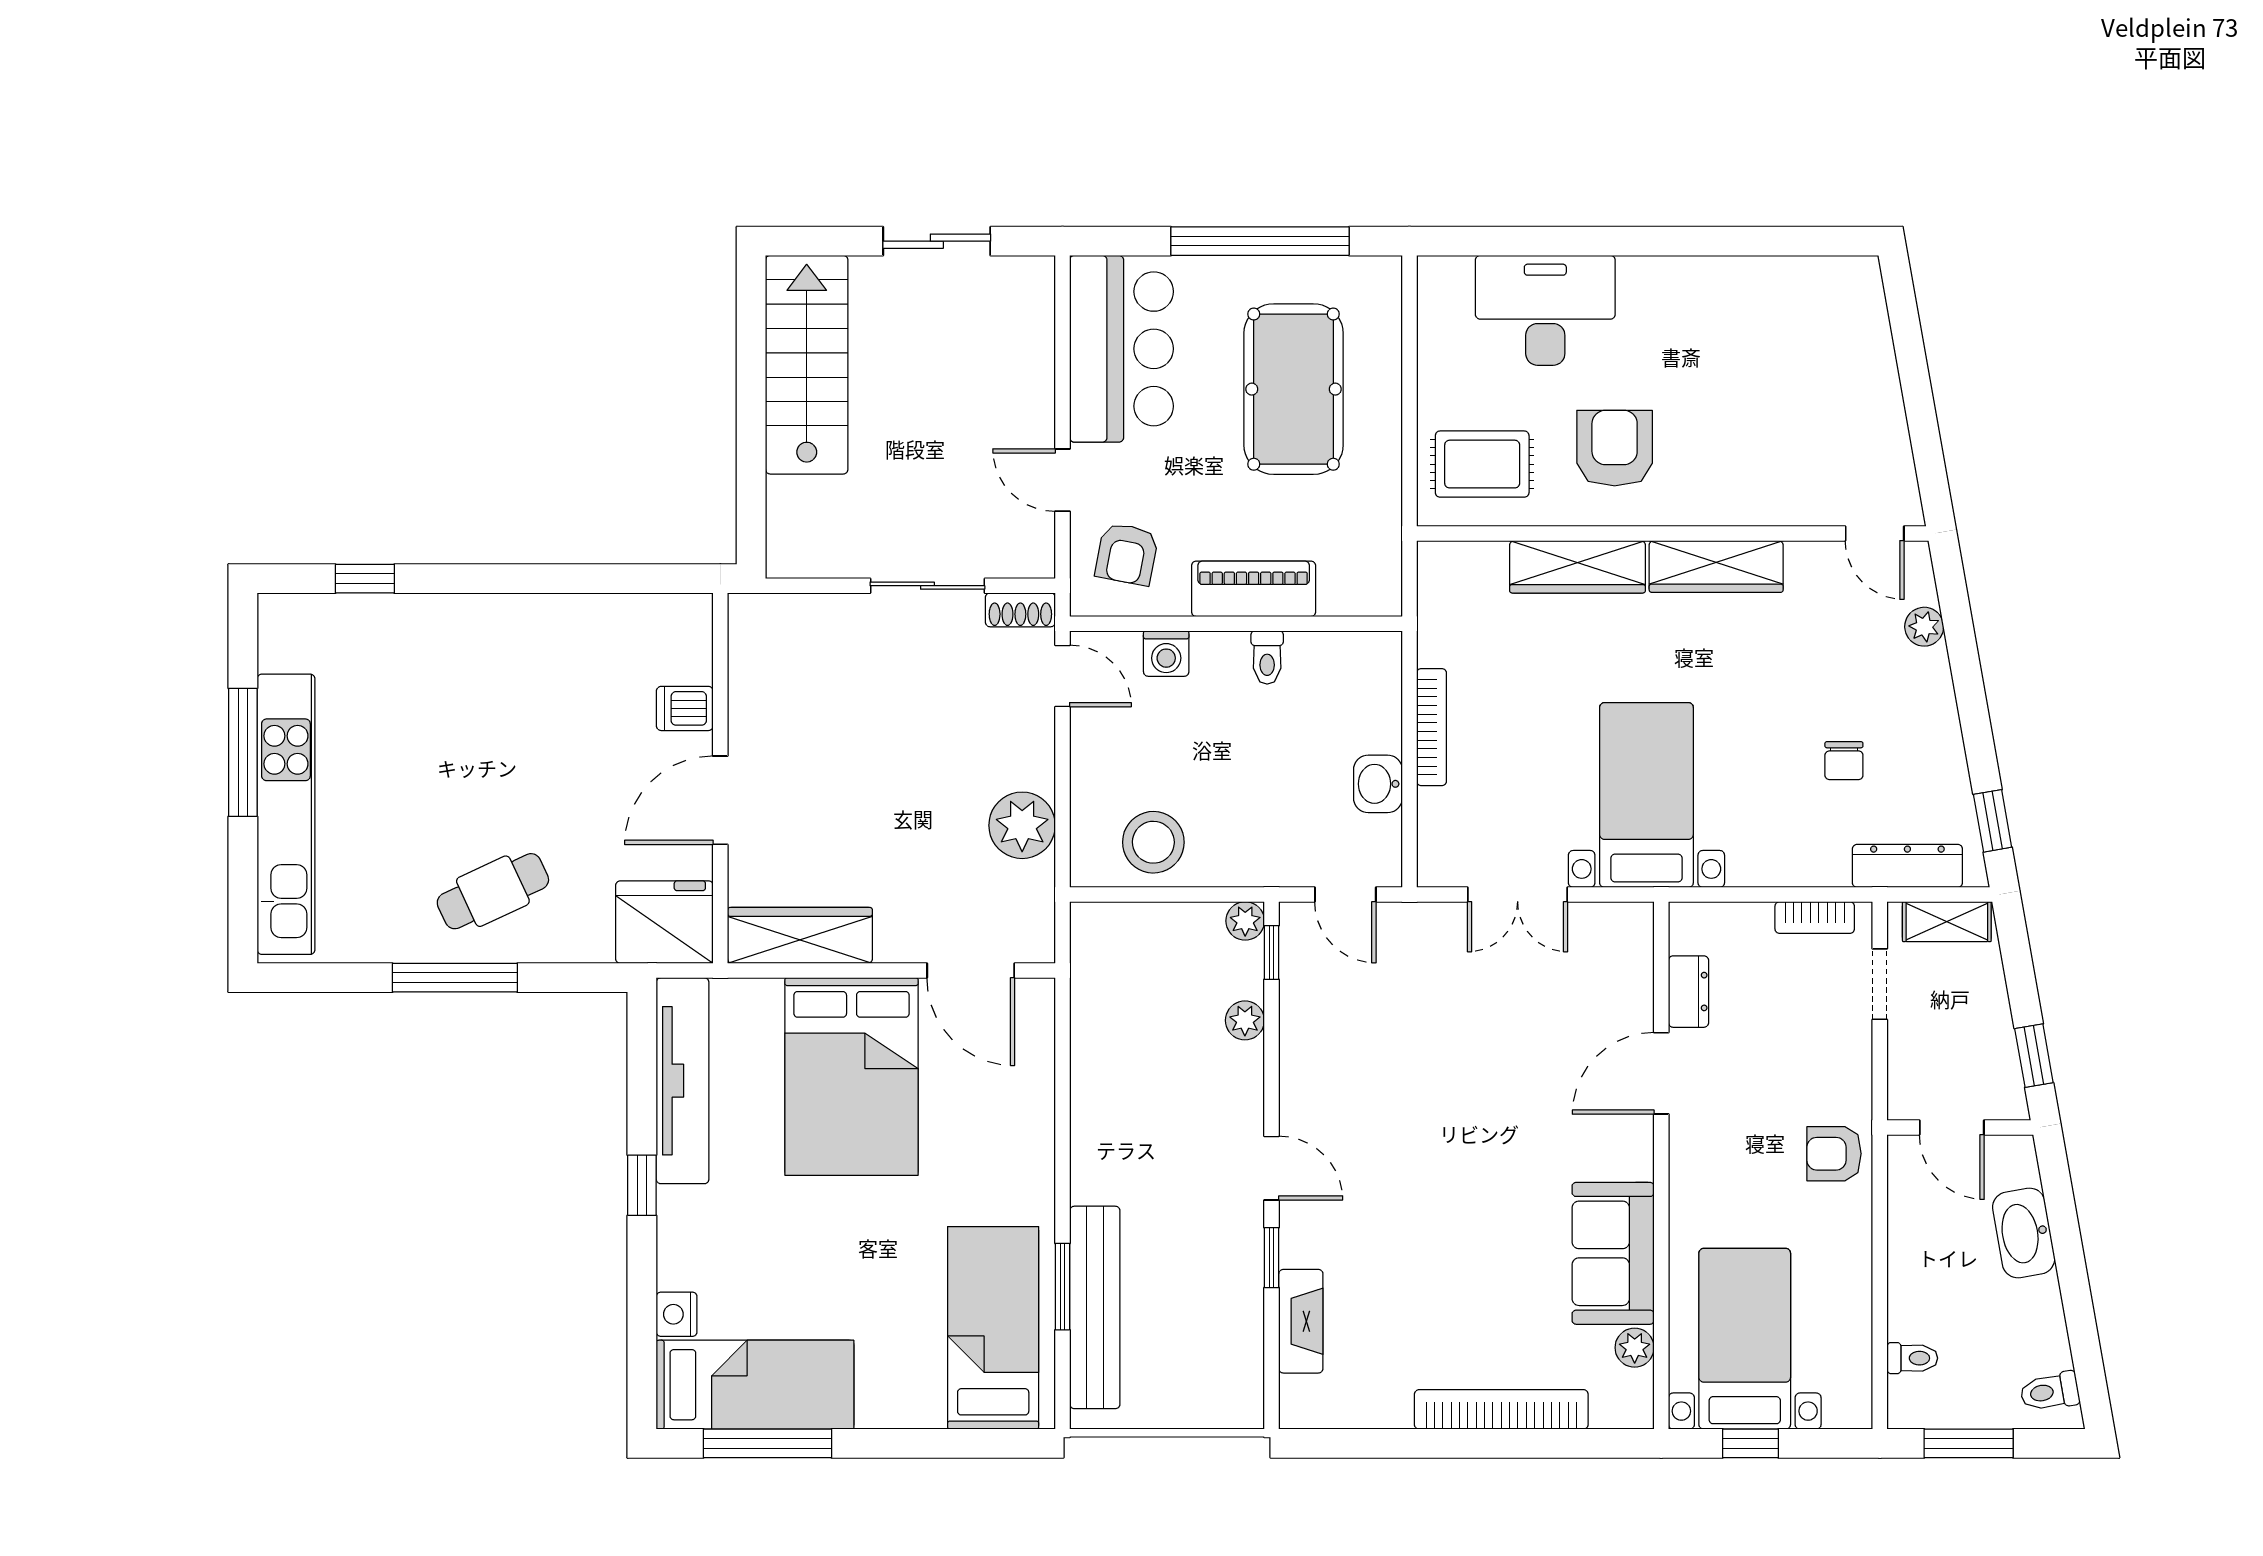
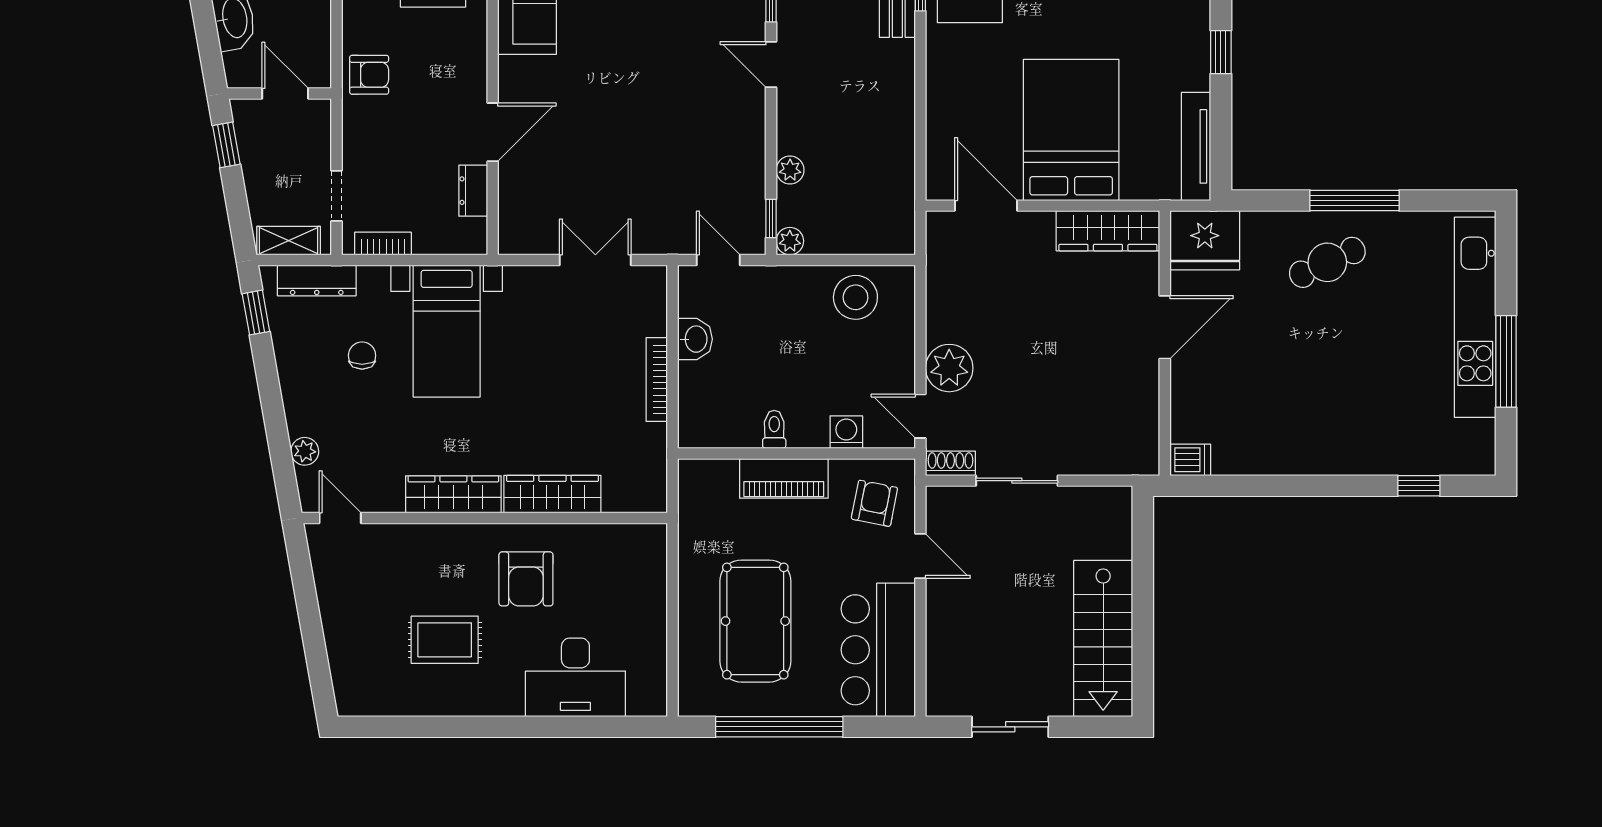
rug: (1482, 464) -> (445, 640), moved
dishwasher: (685, 708) -> (1190, 460), moved
bed with nightstands: (1646, 795) -> (447, 331), moved
plant: (1022, 825) -> (949, 368), moved
tv unit: (683, 1081) -> (1196, 146), width x0.73, depth x0.78

